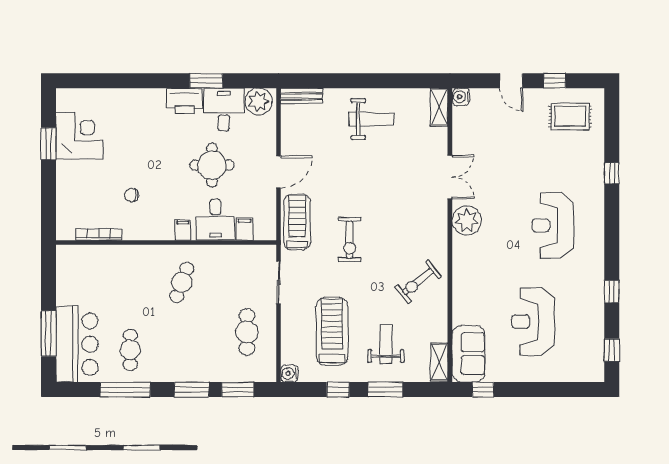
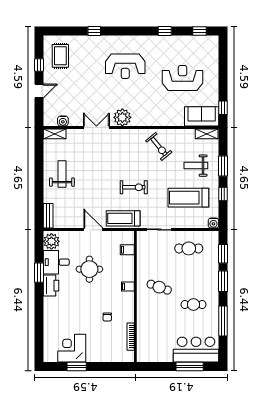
water cooler: (461, 97) -> (63, 121), moved
desk: (215, 220) -> (122, 267), removed
reception desk: (533, 322) -> (183, 78), turned 180
cafe table: (130, 350) -> (193, 305), moved

